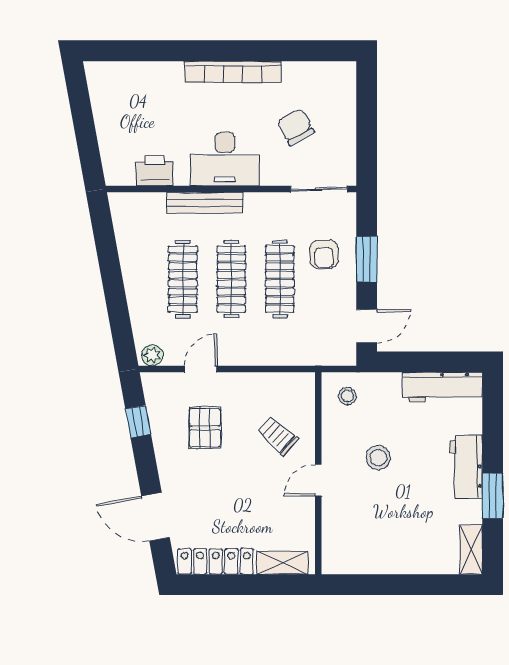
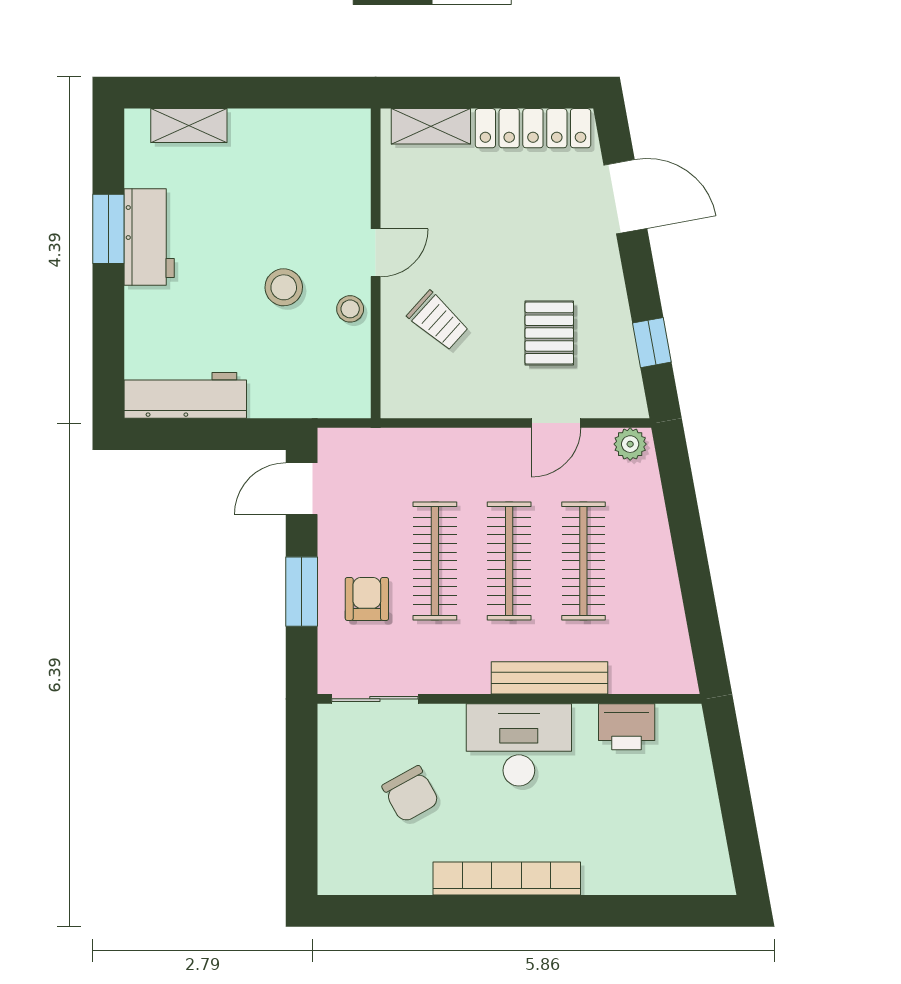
stool: (347, 396) -> (350, 309), moved
workbench: (466, 467) -> (149, 237), moved
shelving: (471, 549) -> (189, 126), moved, turned 90

